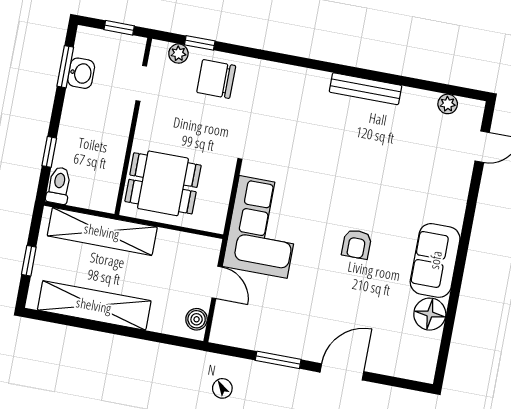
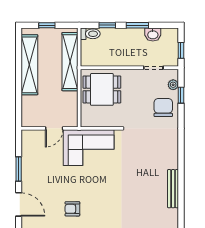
window: (65, 67) -> (137, 25), moved
dining table: (163, 183) -> (102, 89), turned 90
armchair: (357, 244) -> (72, 209), moved
boiler: (197, 319) -> (32, 121), removed

